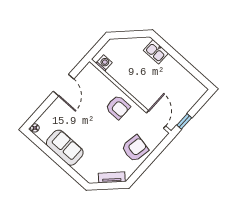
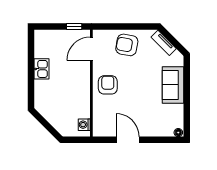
kitchen sink: (156, 52) -> (41, 69), moved
door: (64, 85) -> (128, 140), hinge flipped
sofa: (65, 148) -> (173, 85), moved

